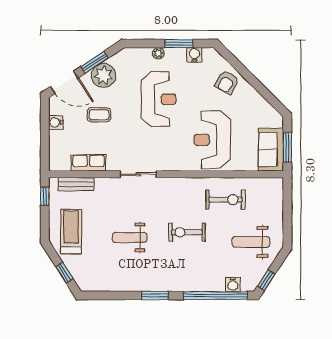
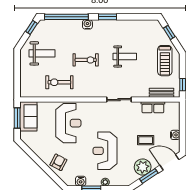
water cooler: (233, 284) -> (87, 24), moved

